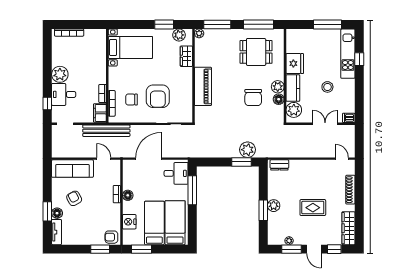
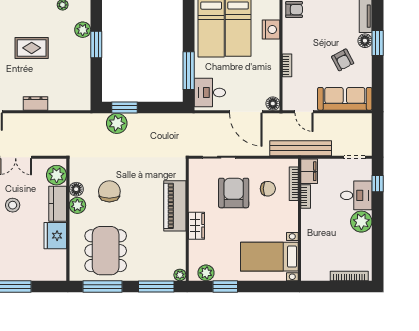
dining table: (256, 52) -> (106, 251), width x1.37
wardrobe: (186, 56) -> (196, 226), moved
door: (148, 159) -> (246, 112), hinge flipped
dresser: (279, 165) -> (35, 103), moved
floor lamp: (128, 195) -> (273, 104), moved
plant: (274, 206) -> (83, 30), moved

